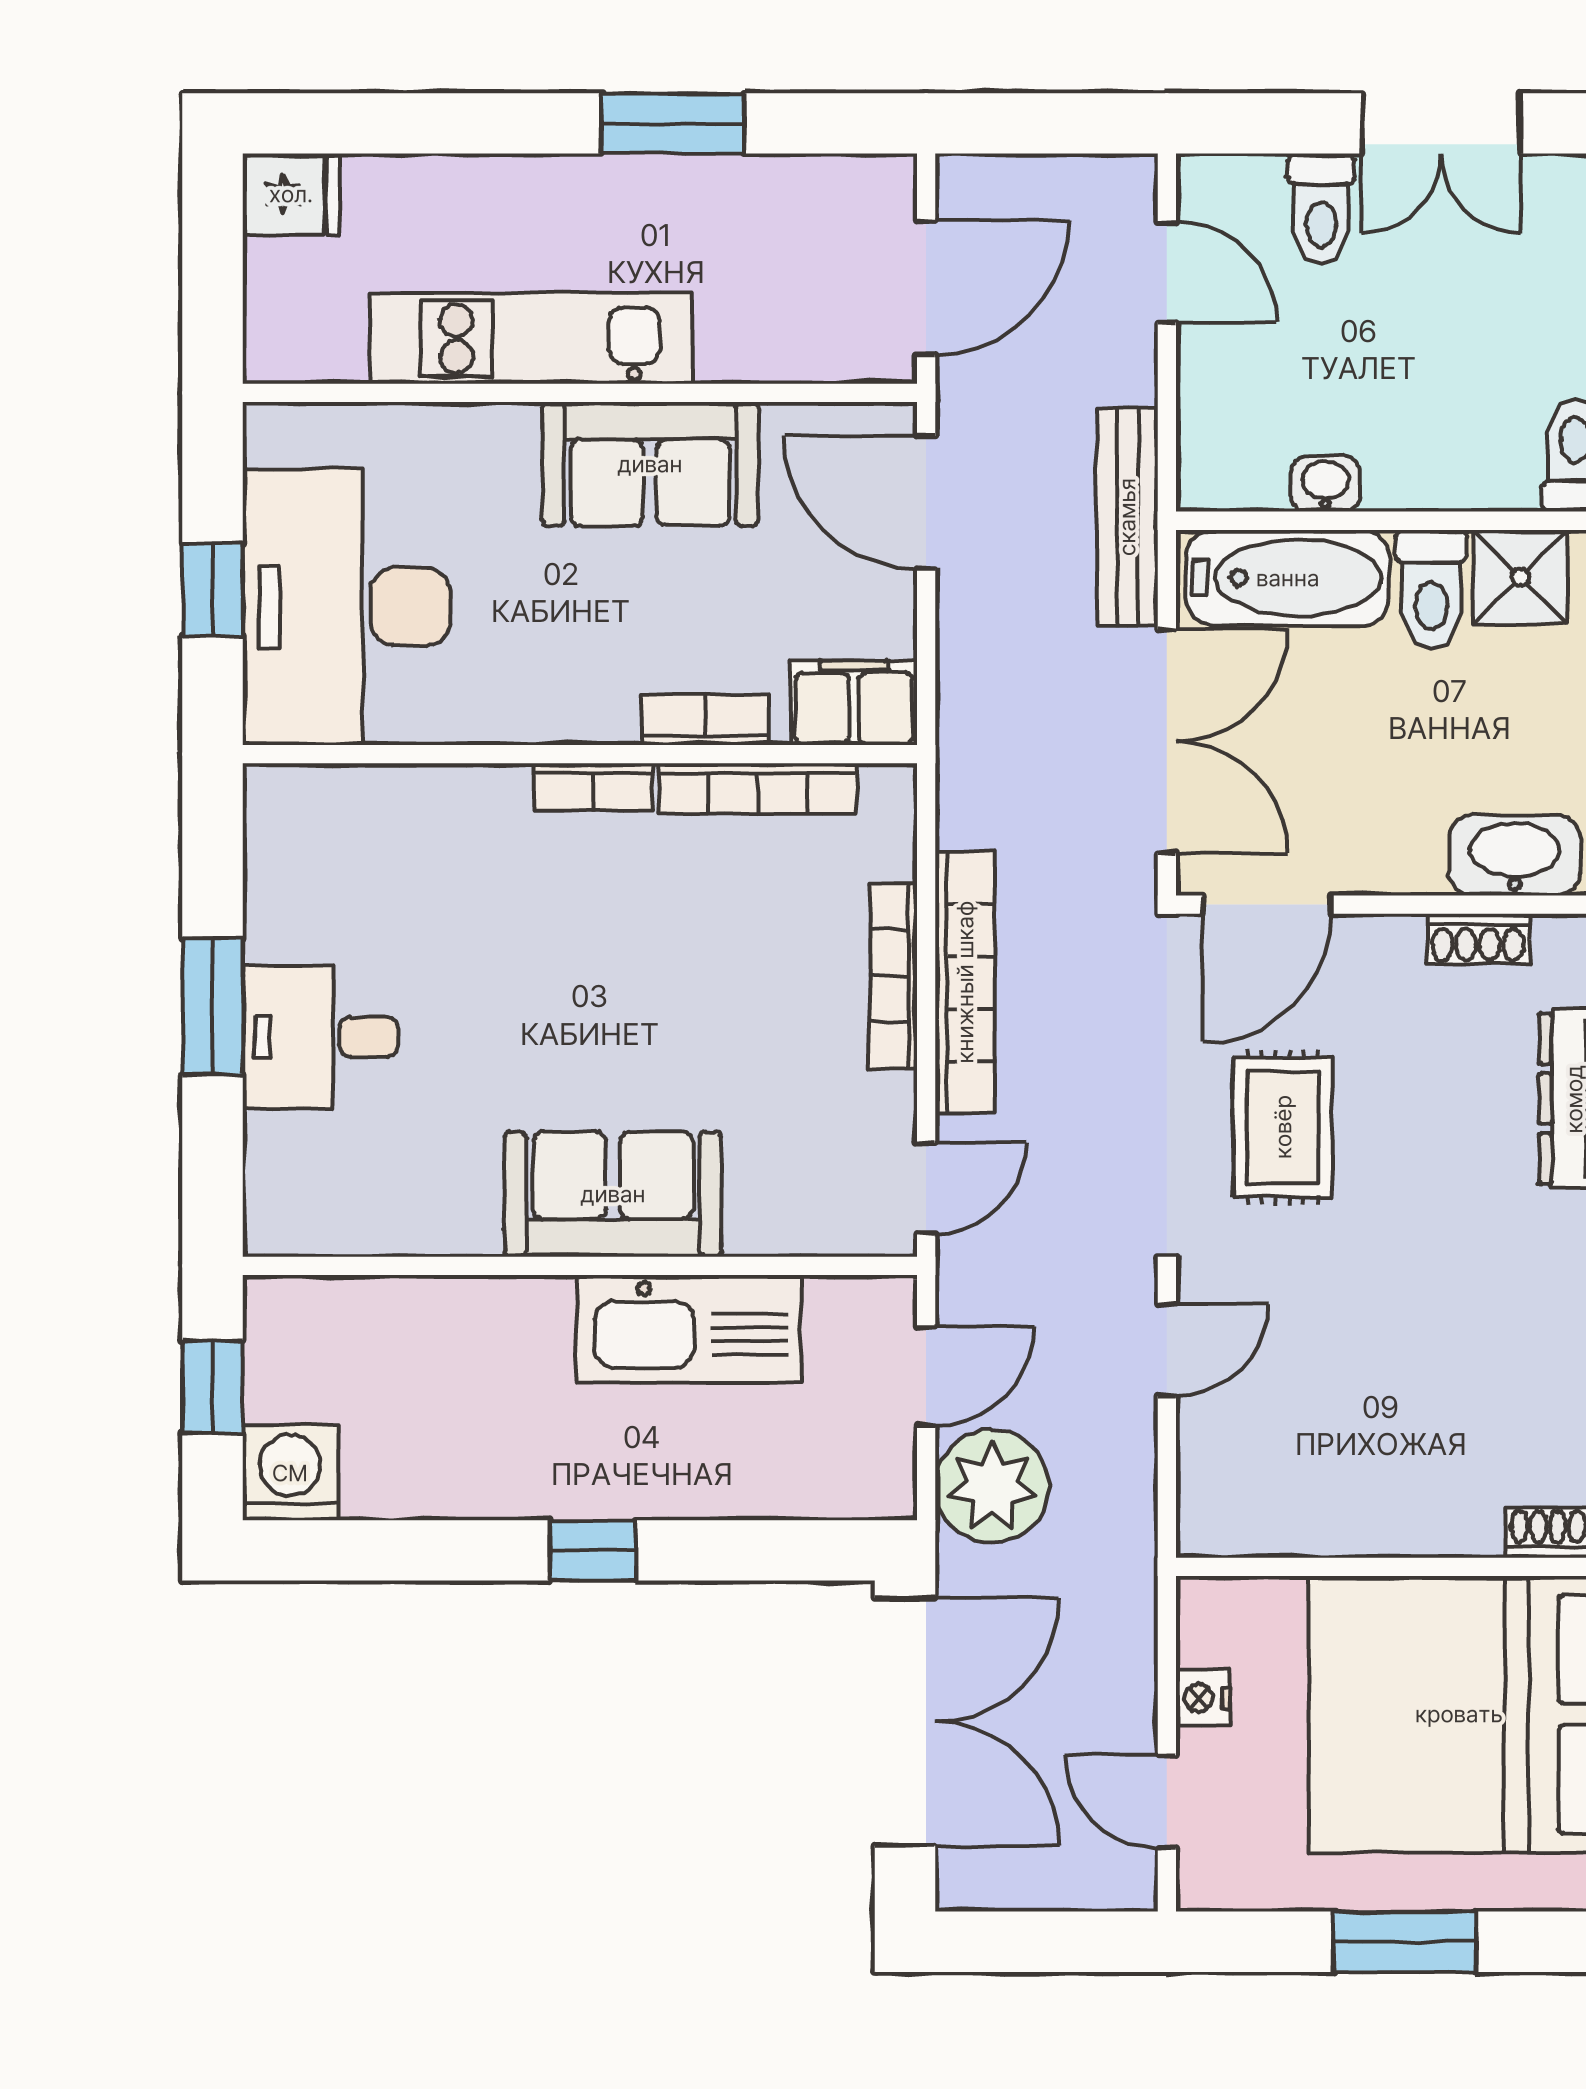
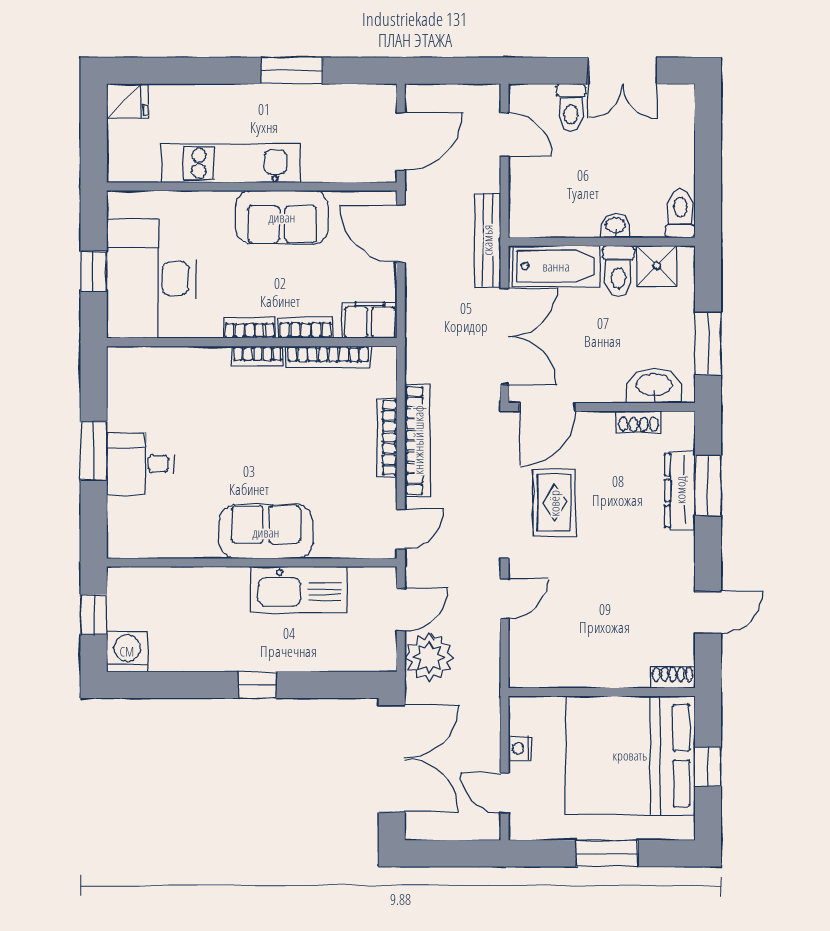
washbasin: (1325, 484) -> (615, 226), moved
bookcase: (575, 721) -> (250, 328), added

